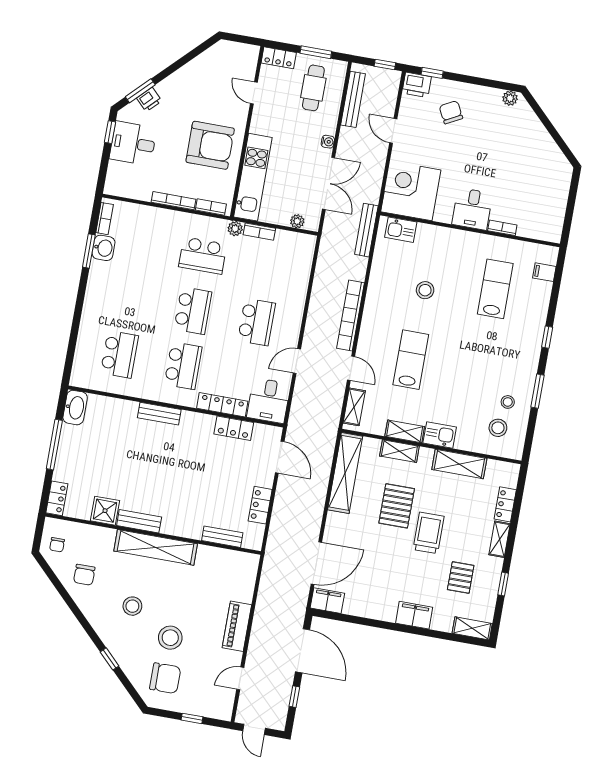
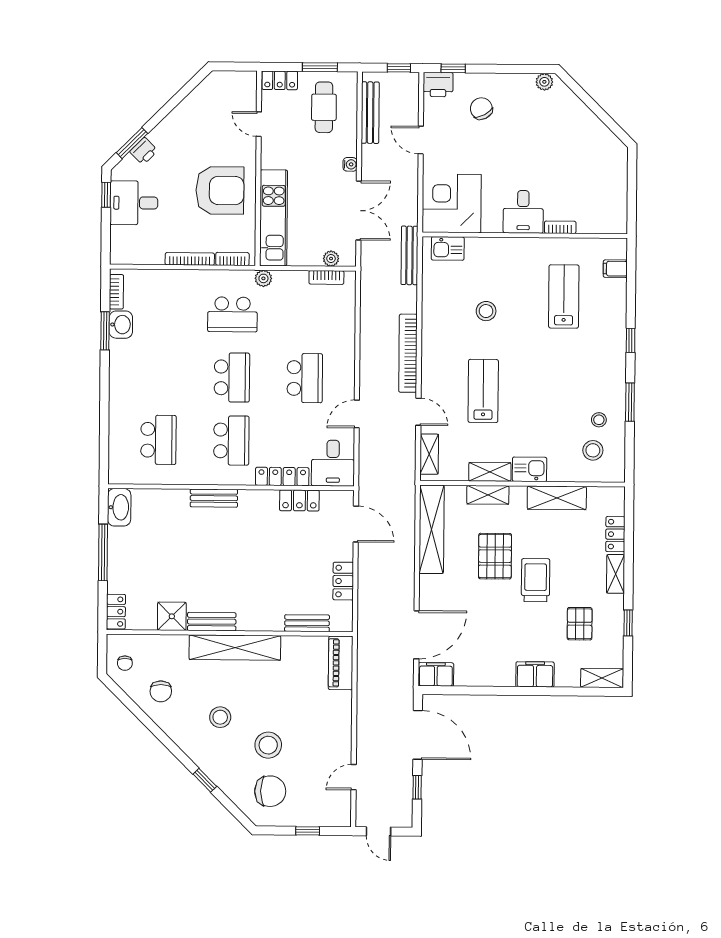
bookcase: (259, 232) -> (326, 277), moved
piano: (237, 626) -> (341, 663), moved

